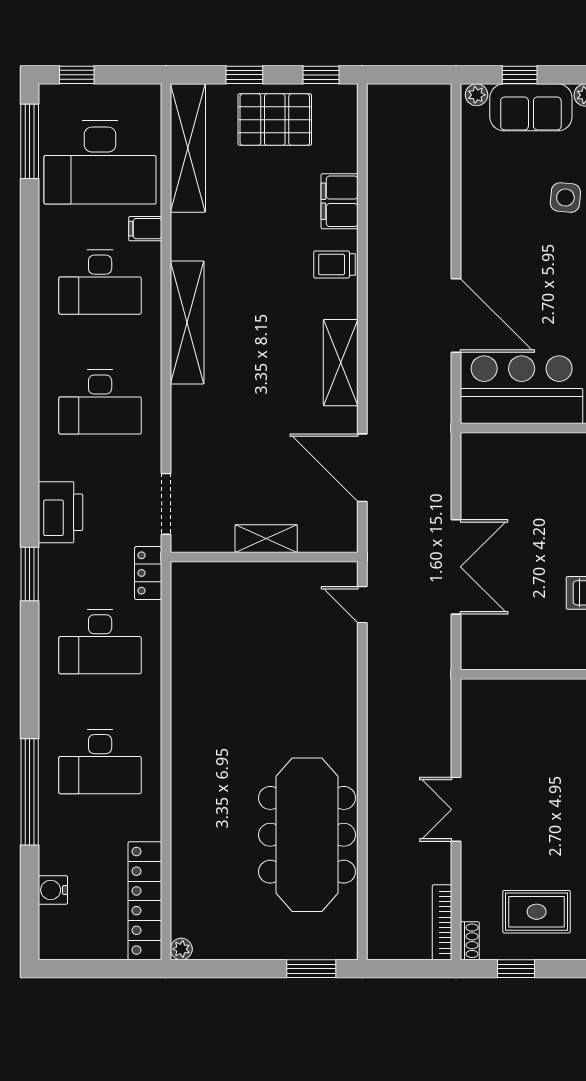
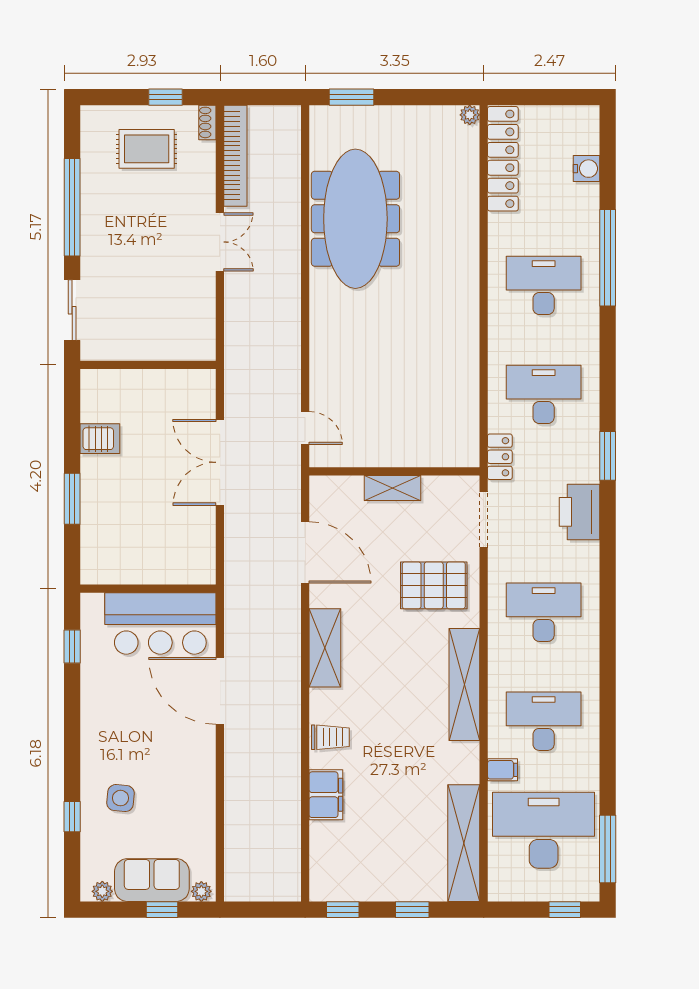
pallet: (275, 120) -> (434, 585), moved
bookcase: (442, 922) -> (235, 156), width x1.48, depth x1.31

